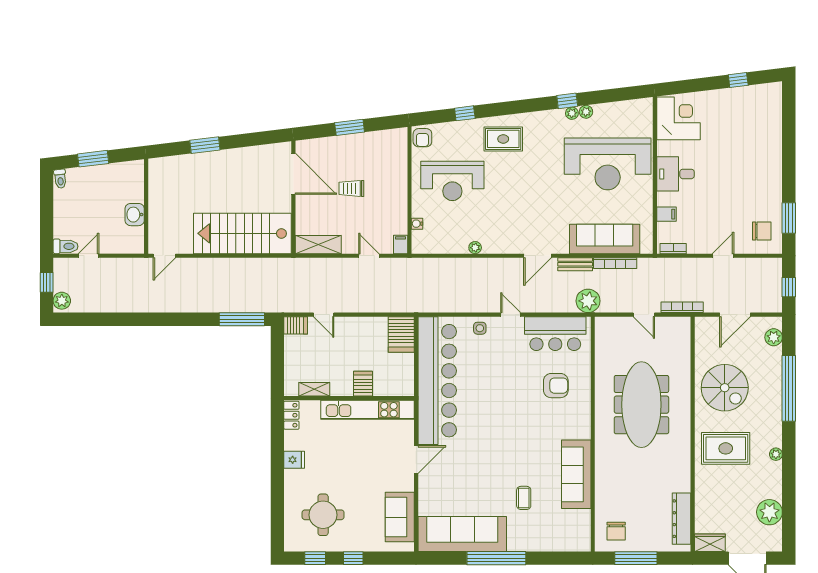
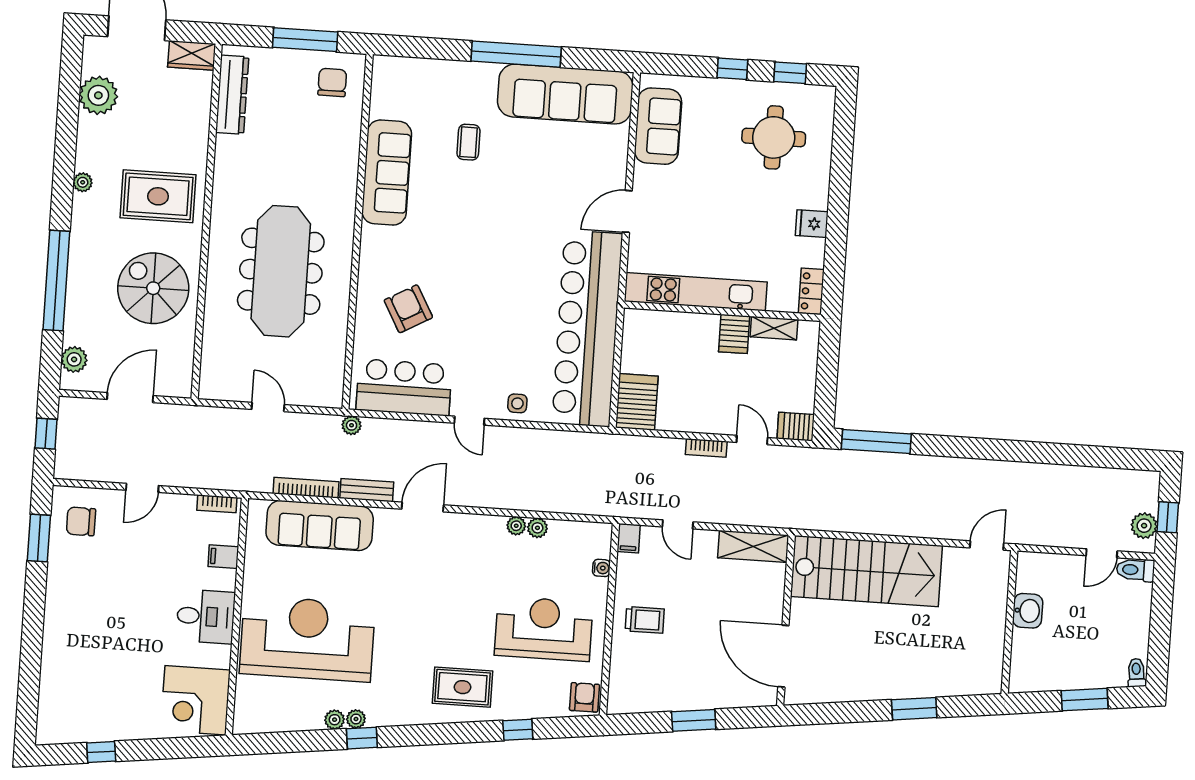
trolley: (351, 188) -> (645, 620), moved
plant: (461, 247) -> (537, 528), added
plant: (62, 301) -> (1144, 526), moved
plant: (588, 301) -> (352, 425), width x0.53, depth x0.53
bookcase: (682, 307) -> (706, 448), moved, width x0.64
server rack: (363, 384) -> (734, 334), moved
armchair: (556, 386) -> (408, 309), turned 61

